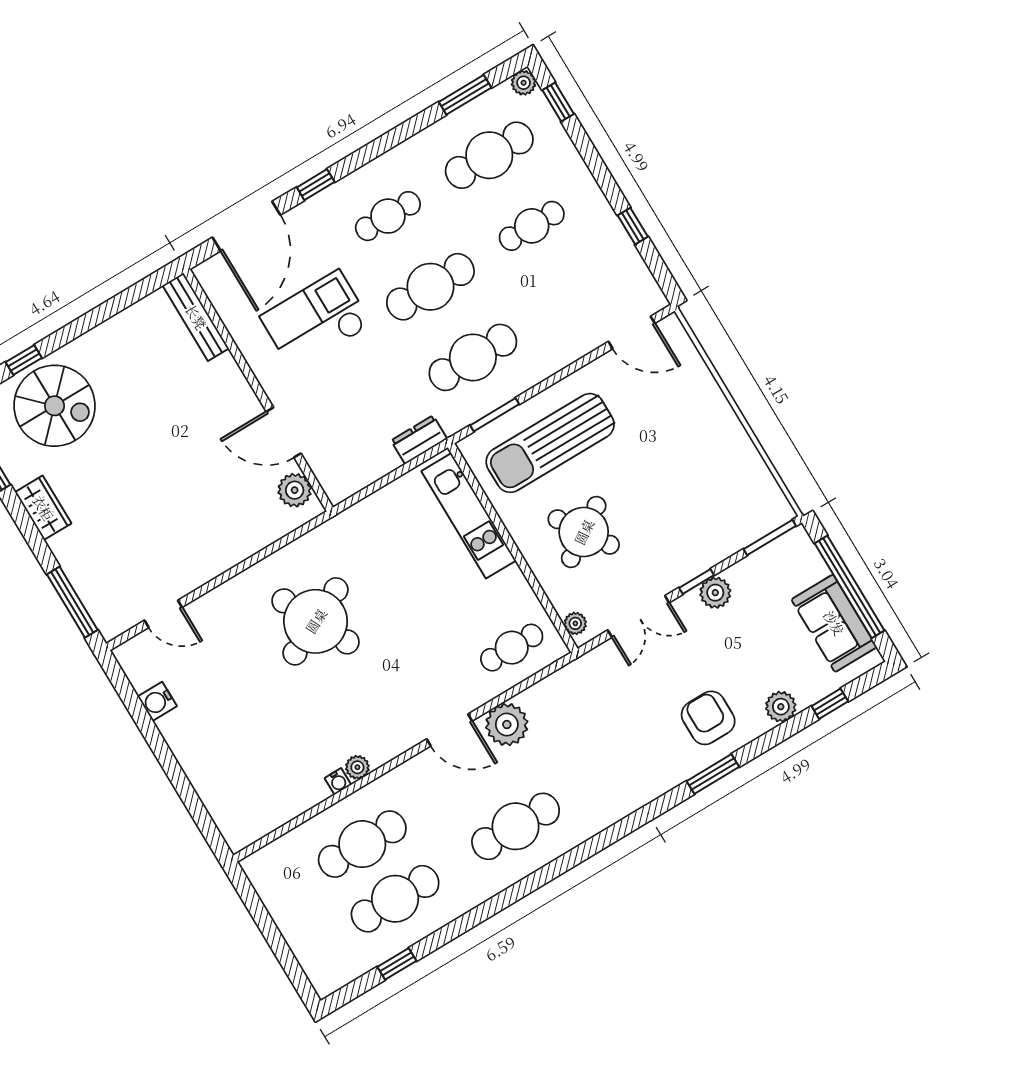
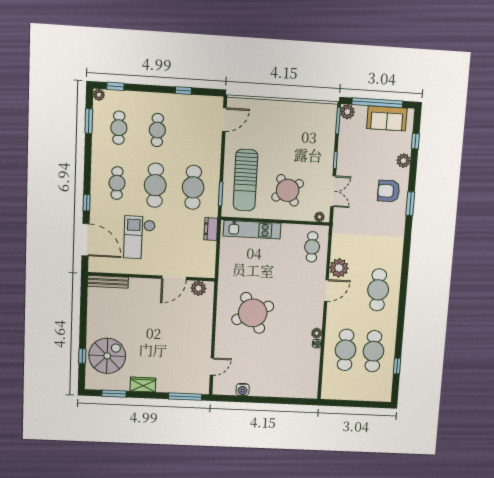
cafe table: (489, 155) -> (119, 128), width x0.73, depth x0.74
plant: (715, 593) -> (347, 112), moved

